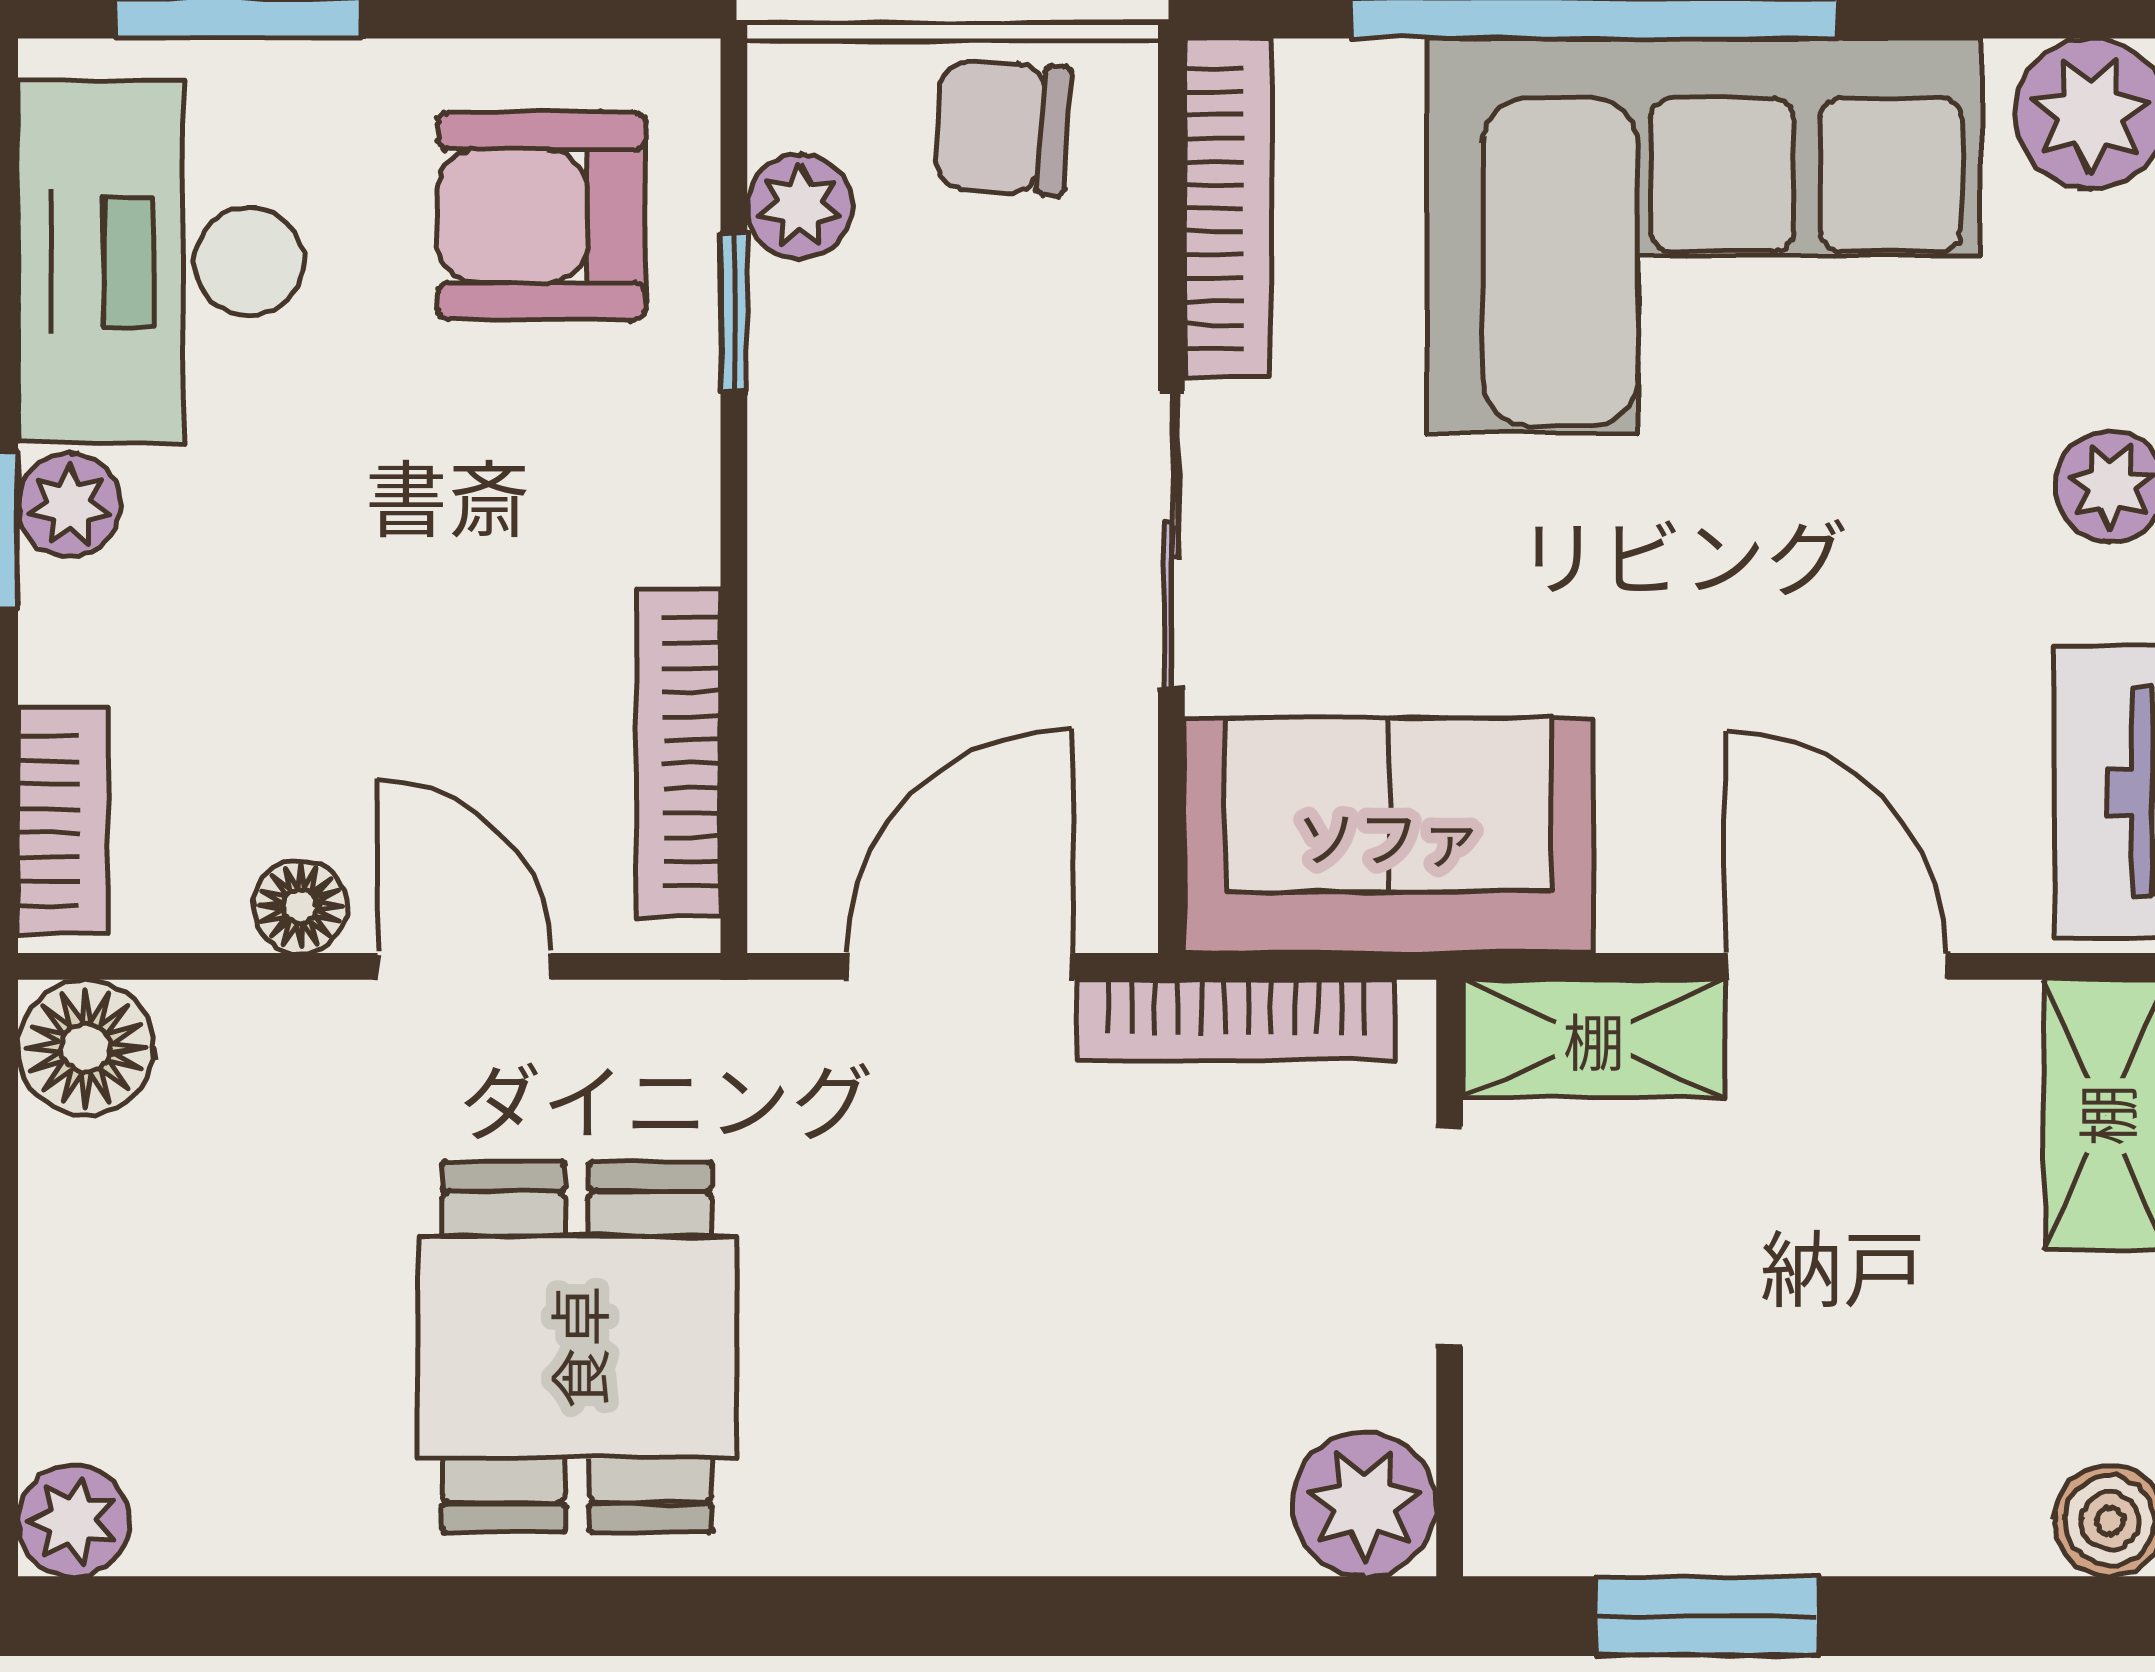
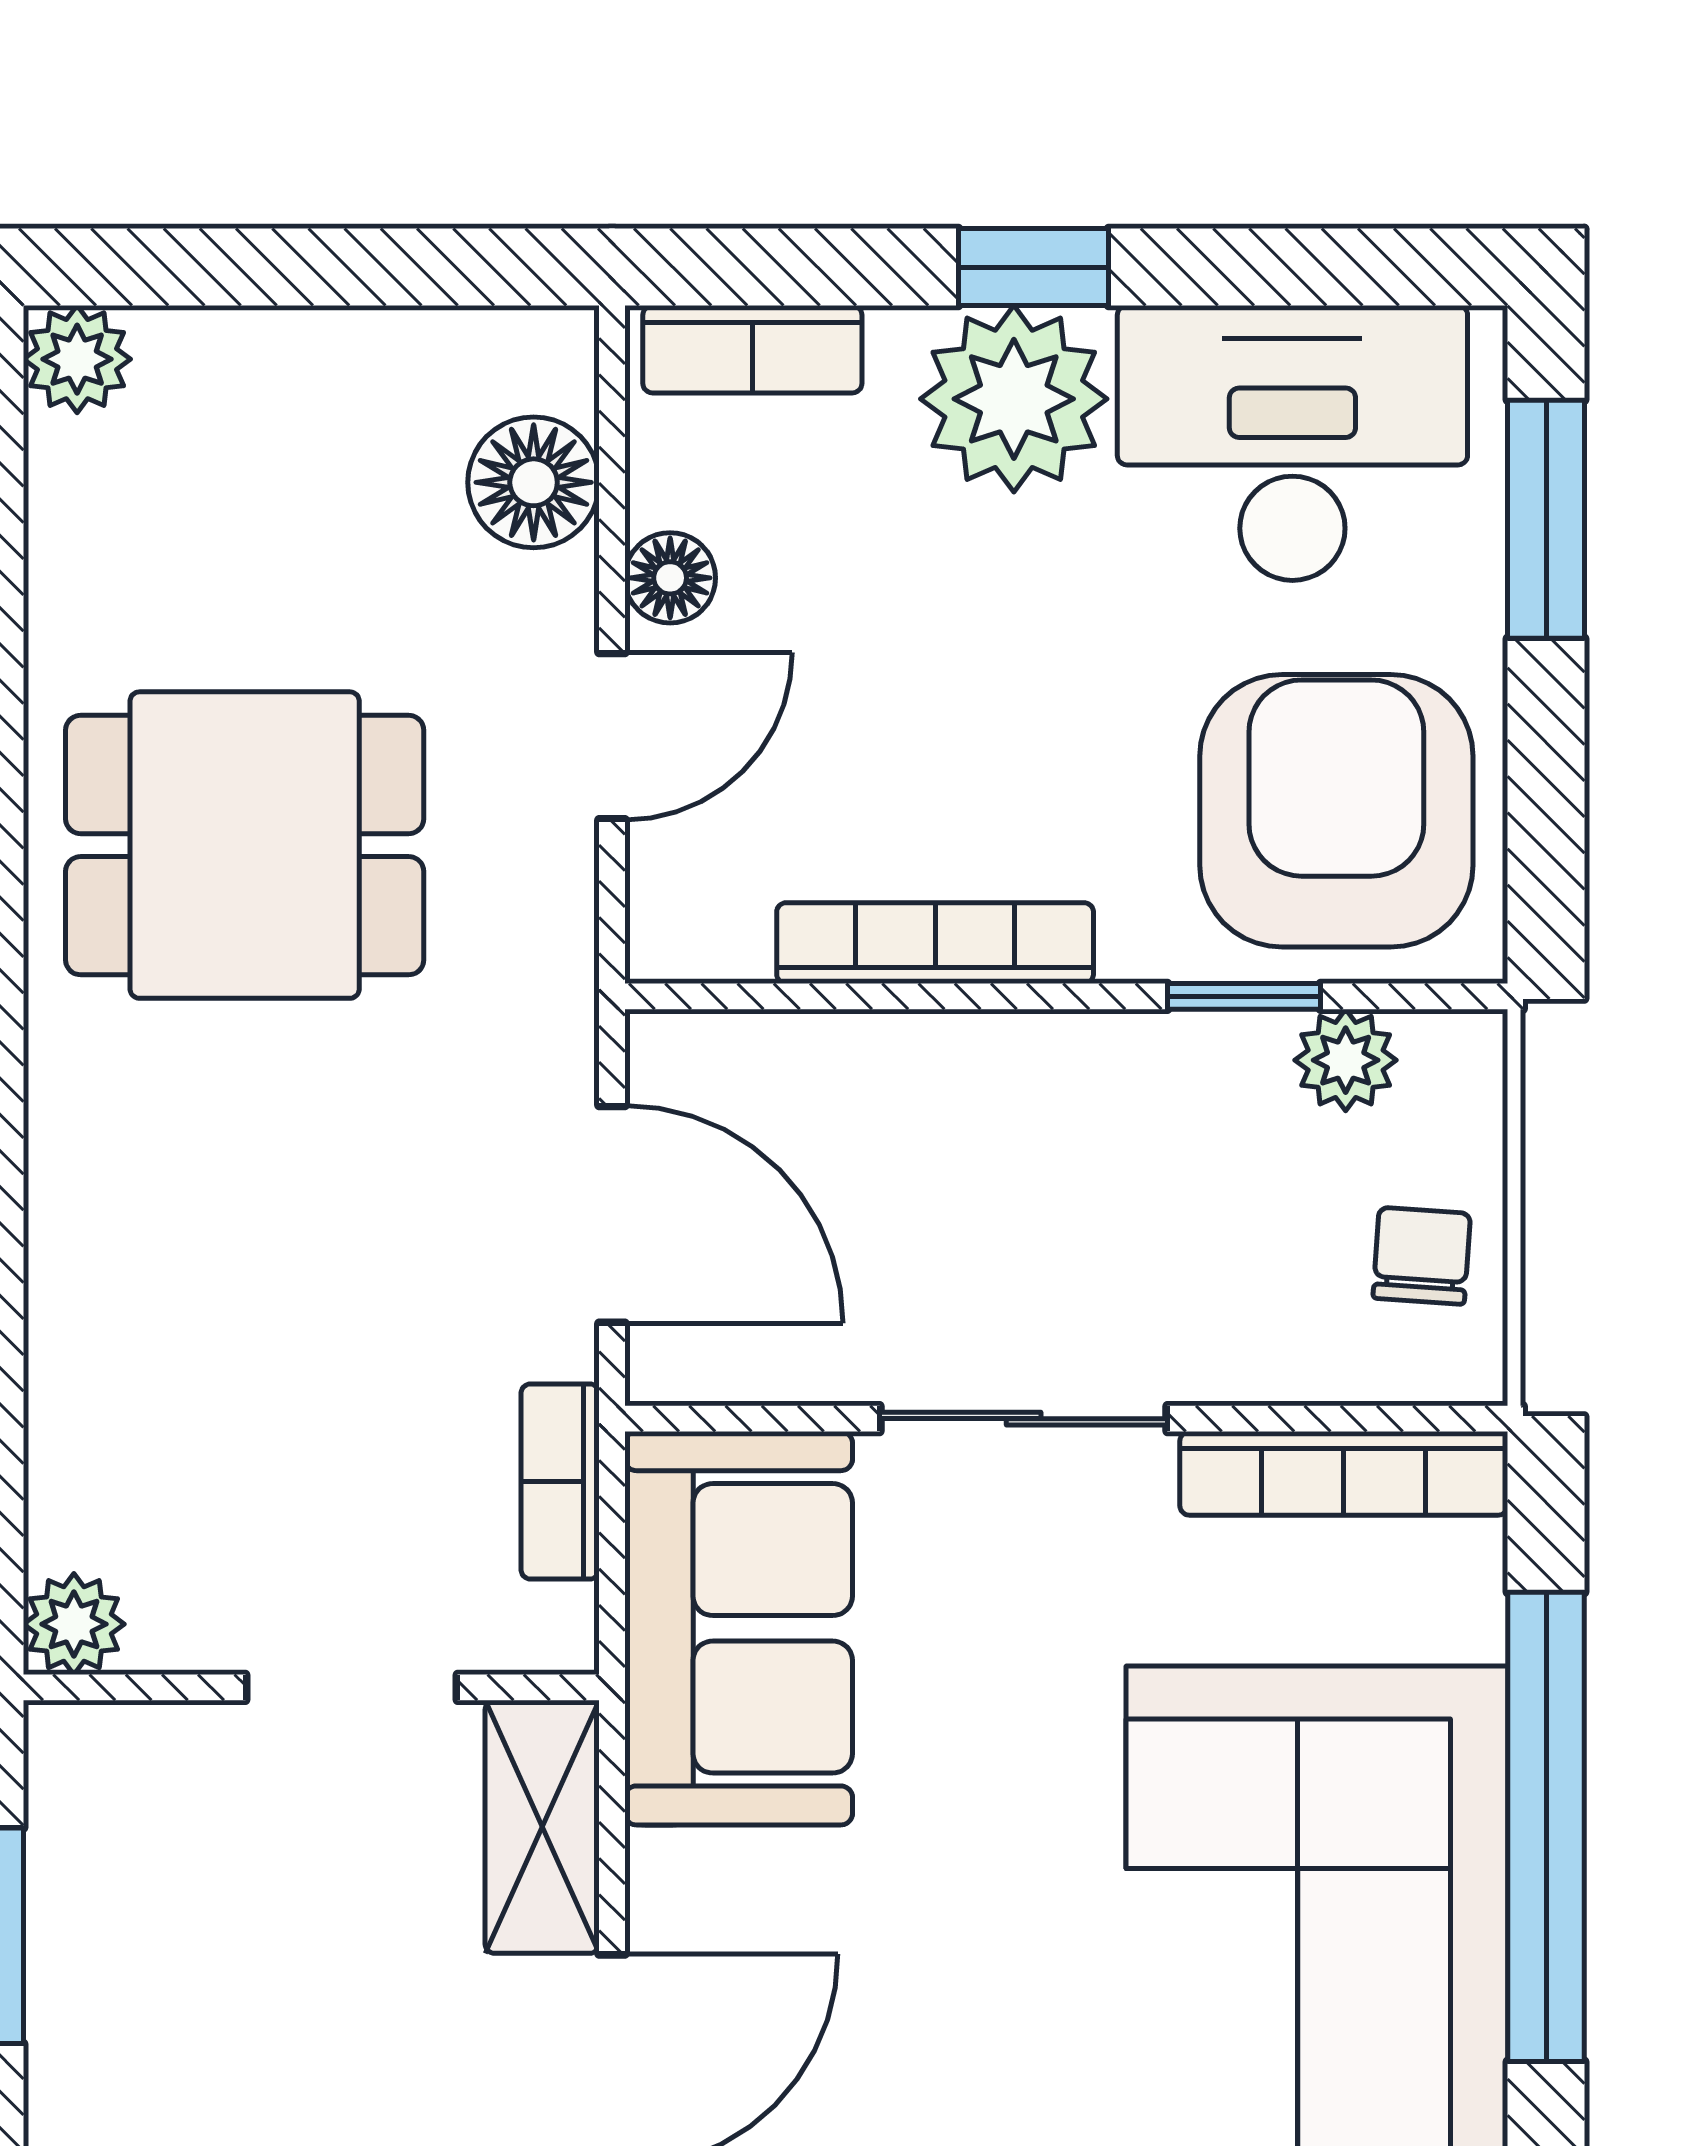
chair: (1003, 127) -> (1422, 1256), width x0.73, depth x0.73
armchair: (541, 216) -> (1336, 811), width x1.36, depth x1.36
plant: (69, 505) -> (1014, 399), width x1.87, depth x1.87
bookcase: (679, 752) -> (935, 943), moved
bookcase: (1236, 1020) -> (560, 1481), width x0.64
floor lamp: (86, 1048) -> (534, 482), moved
plant: (1364, 1504) -> (74, 1624), width x0.73, depth x0.73

